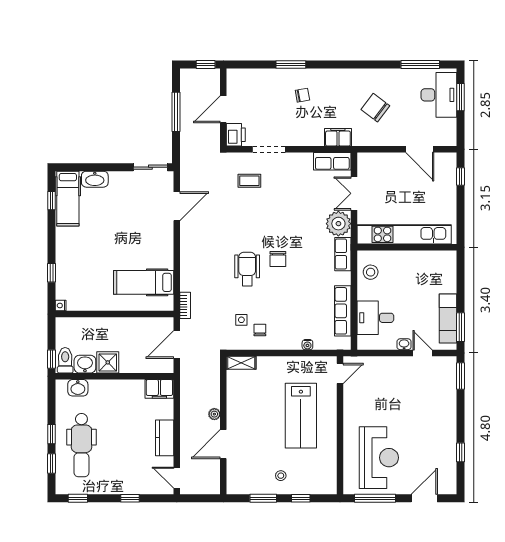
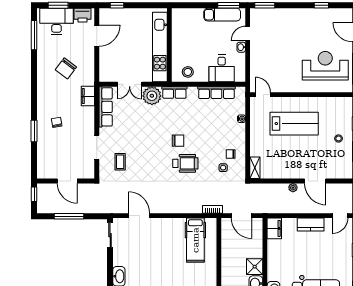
printer: (236, 135) -> (82, 15), moved, turned 180
row of seats: (332, 161) -> (106, 107), width x1.48
wheelchair: (247, 269) -> (185, 163), turned 180

